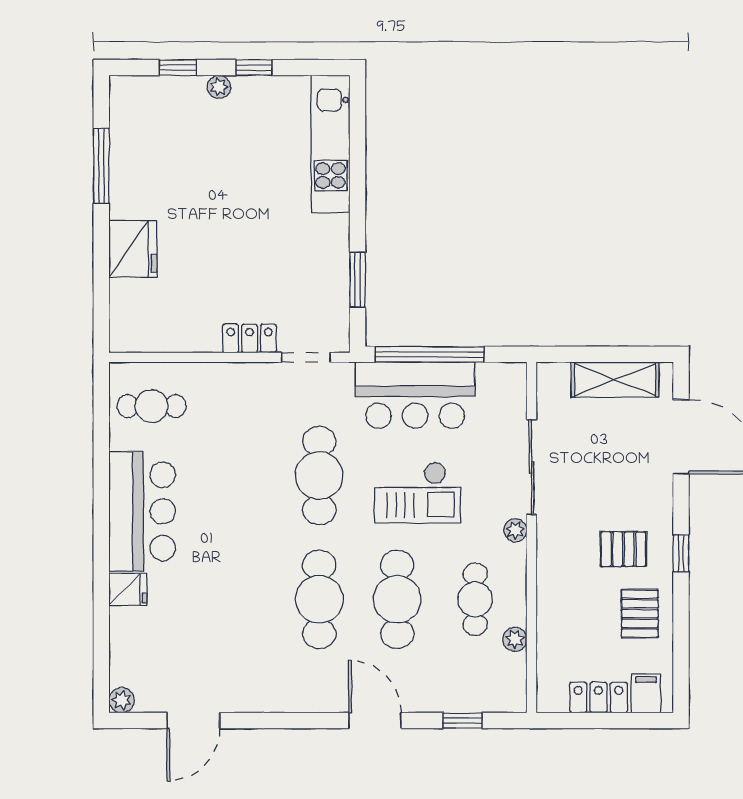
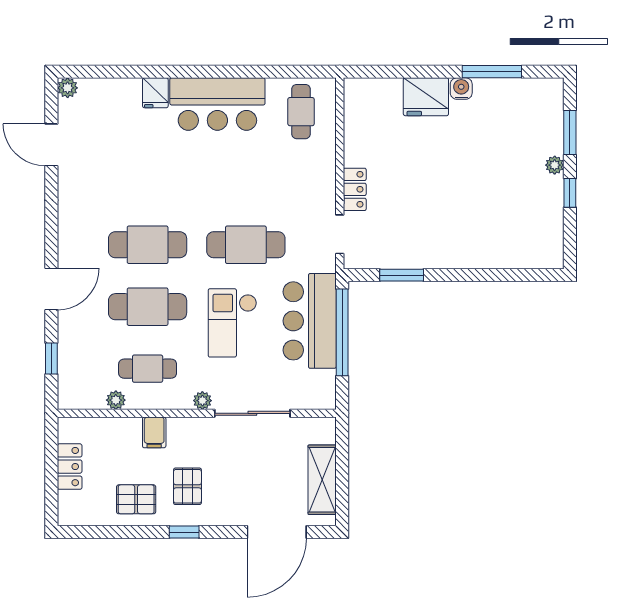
window: (178, 68) -> (570, 132), width x1.50
kitchen unit: (331, 144) -> (509, 254), removed
water cooler: (123, 204) -> (461, 89), added
filing cabinet: (646, 693) -> (154, 432), moved, turned 90

